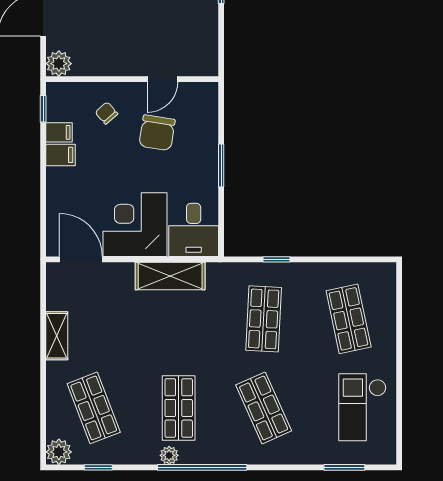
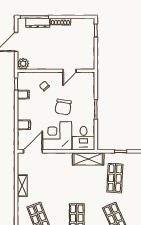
chair: (157, 133) -> (63, 107), moved
filing cabinet: (60, 155) -> (24, 125), moved
door: (81, 259) -> (33, 151), hinge flipped
shelving: (170, 276) -> (88, 159), moved

